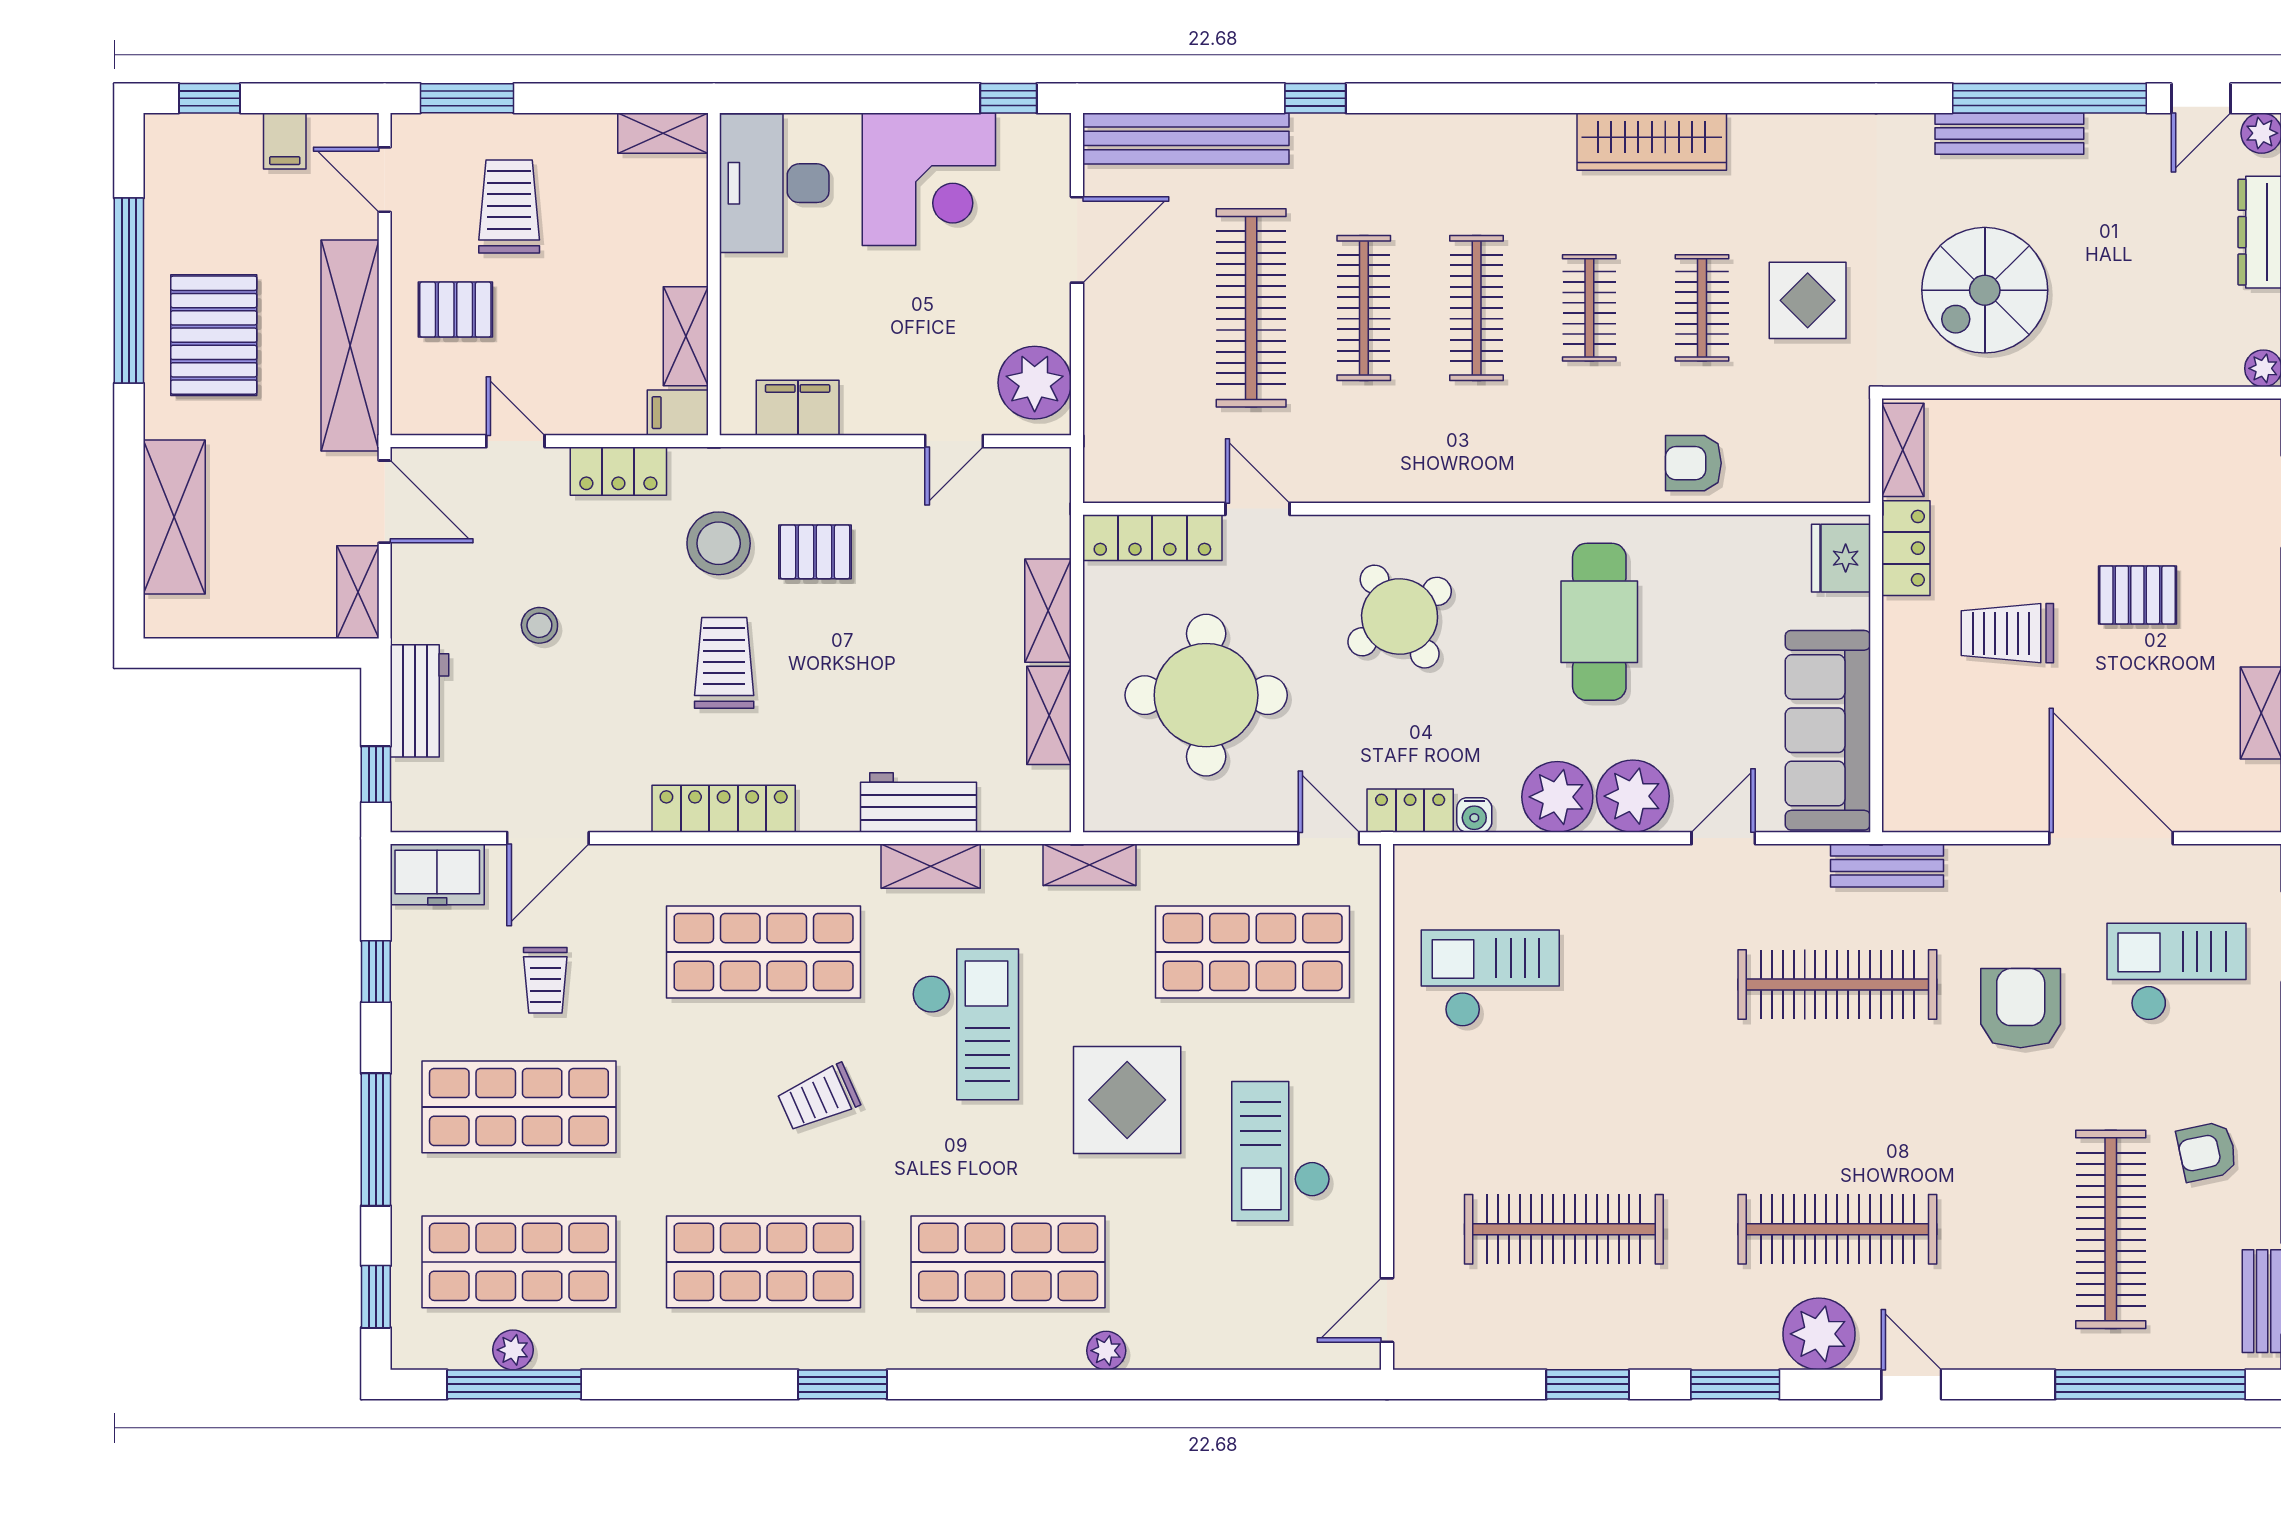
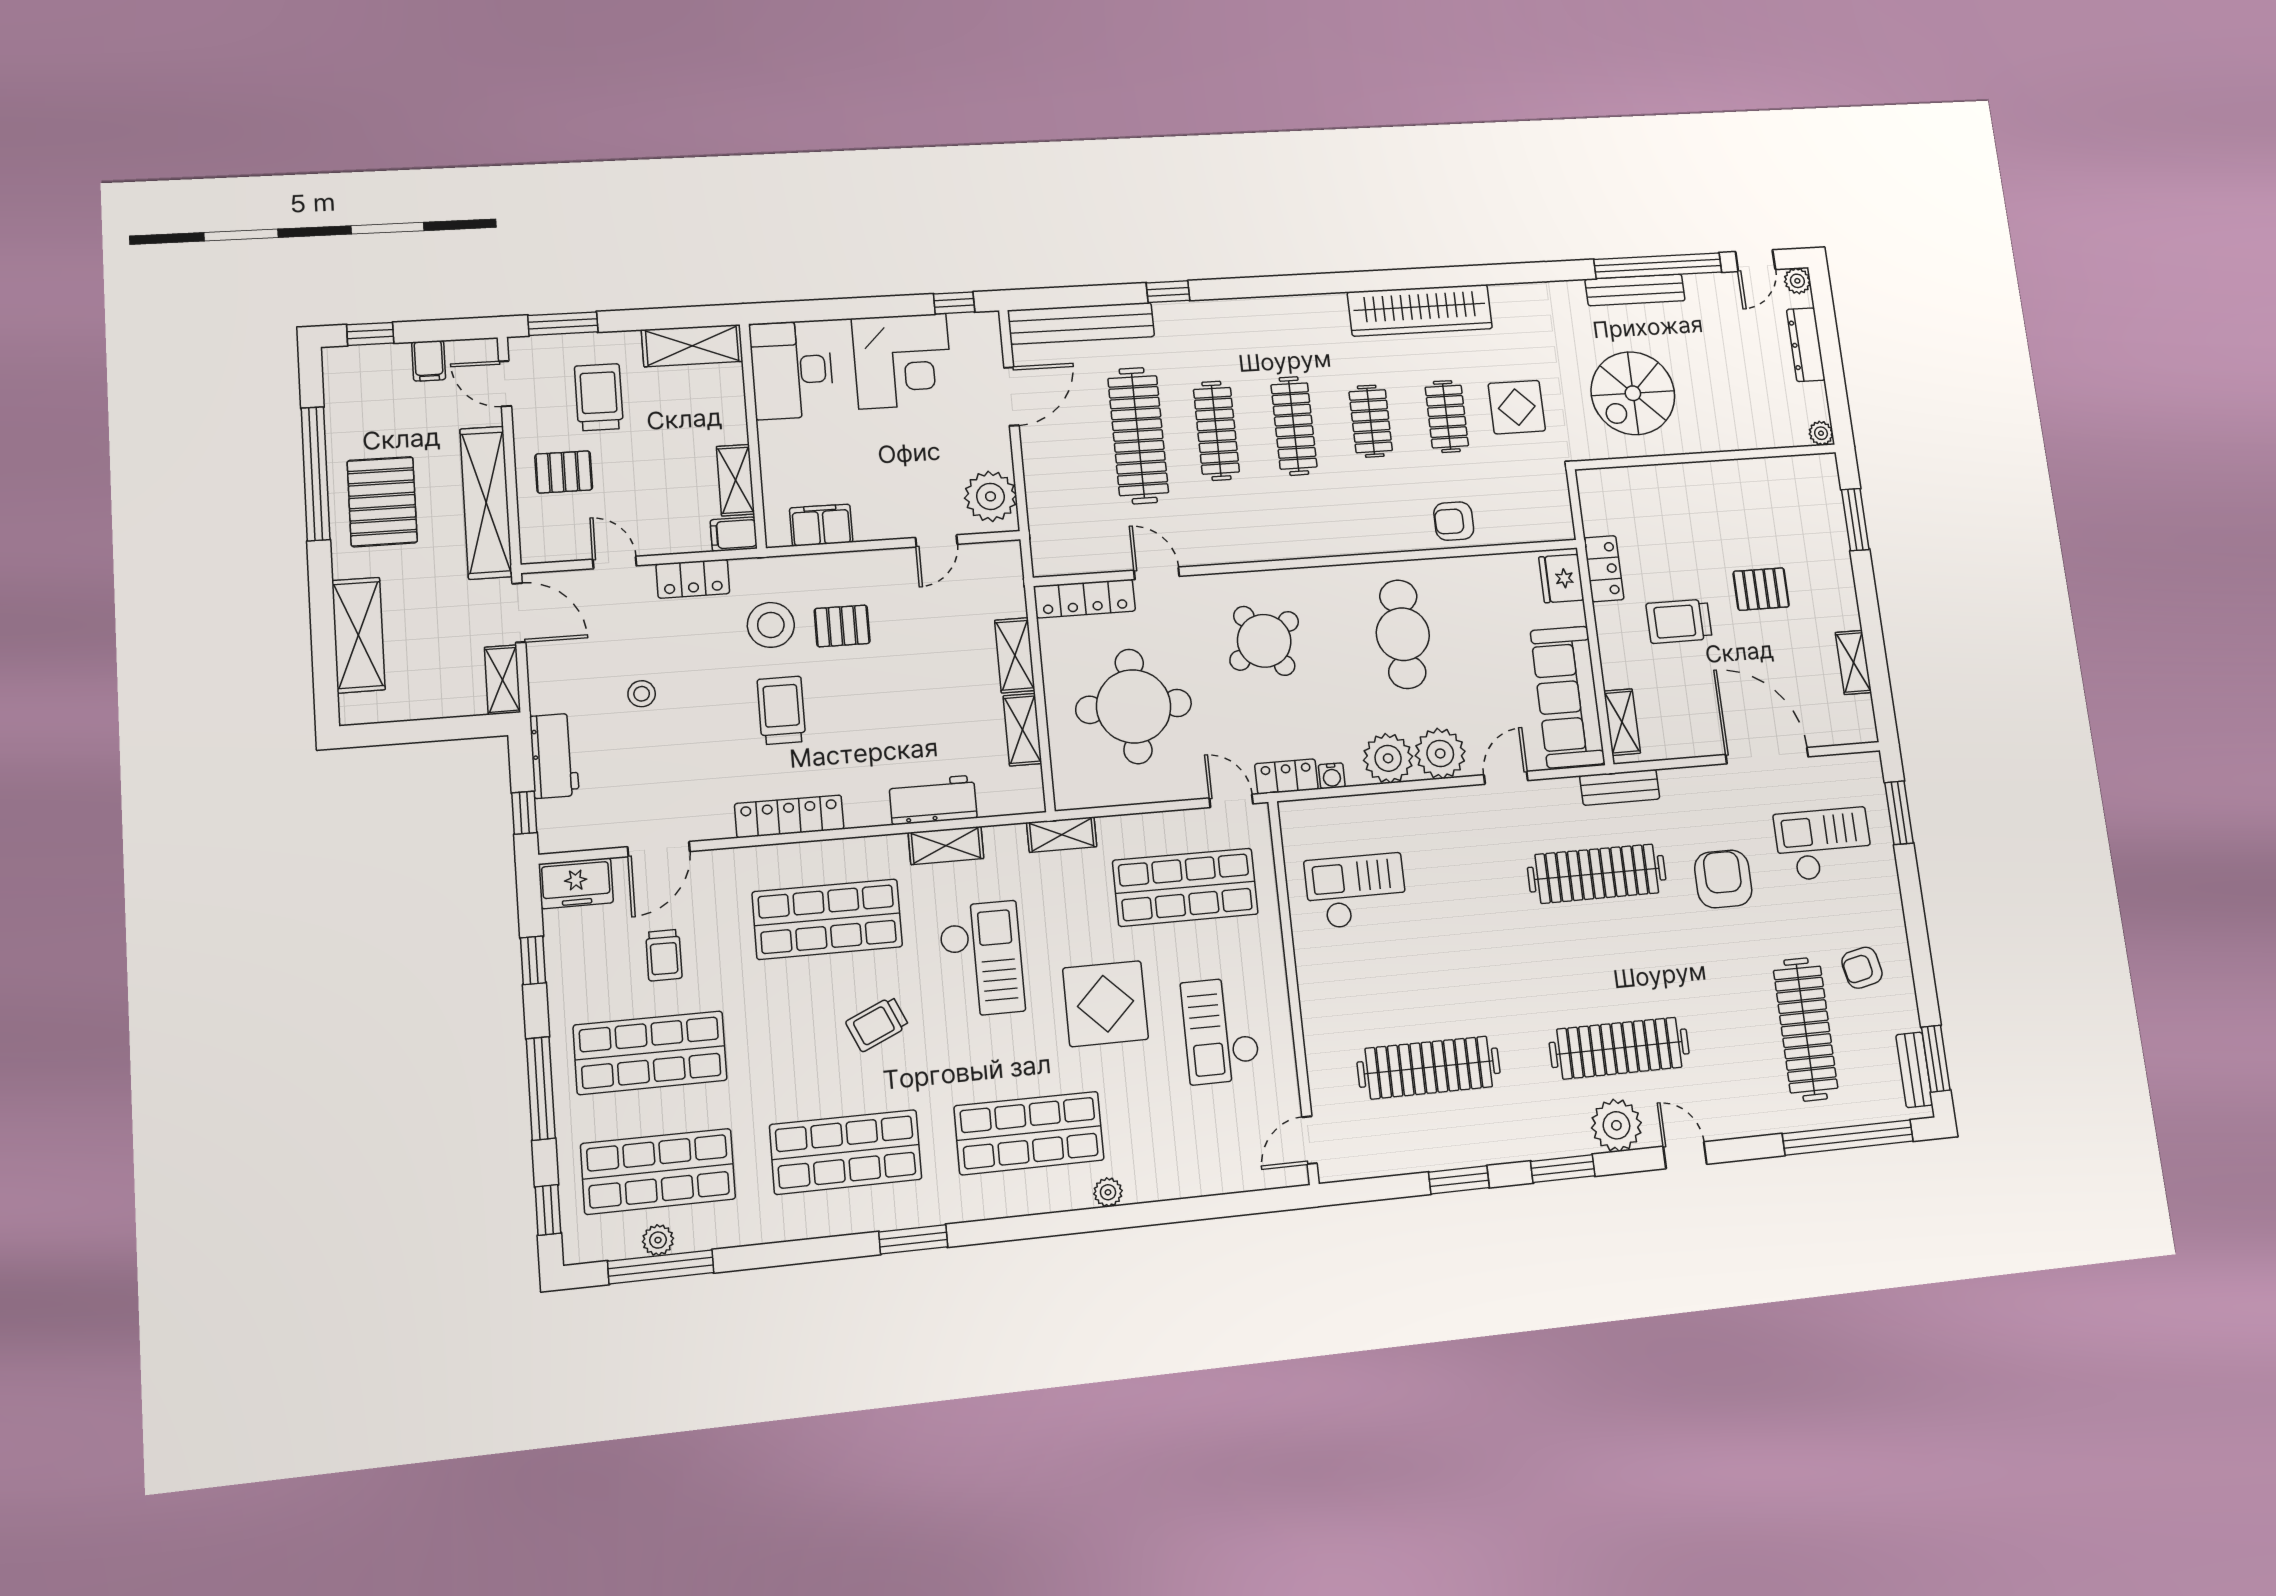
shelving: (663, 133) -> (692, 346), width x1.50, depth x1.33
wardrobe: (1652, 142) -> (1420, 310), width x1.40, depth x1.17
shelving: (1903, 450) -> (1622, 722), moved

